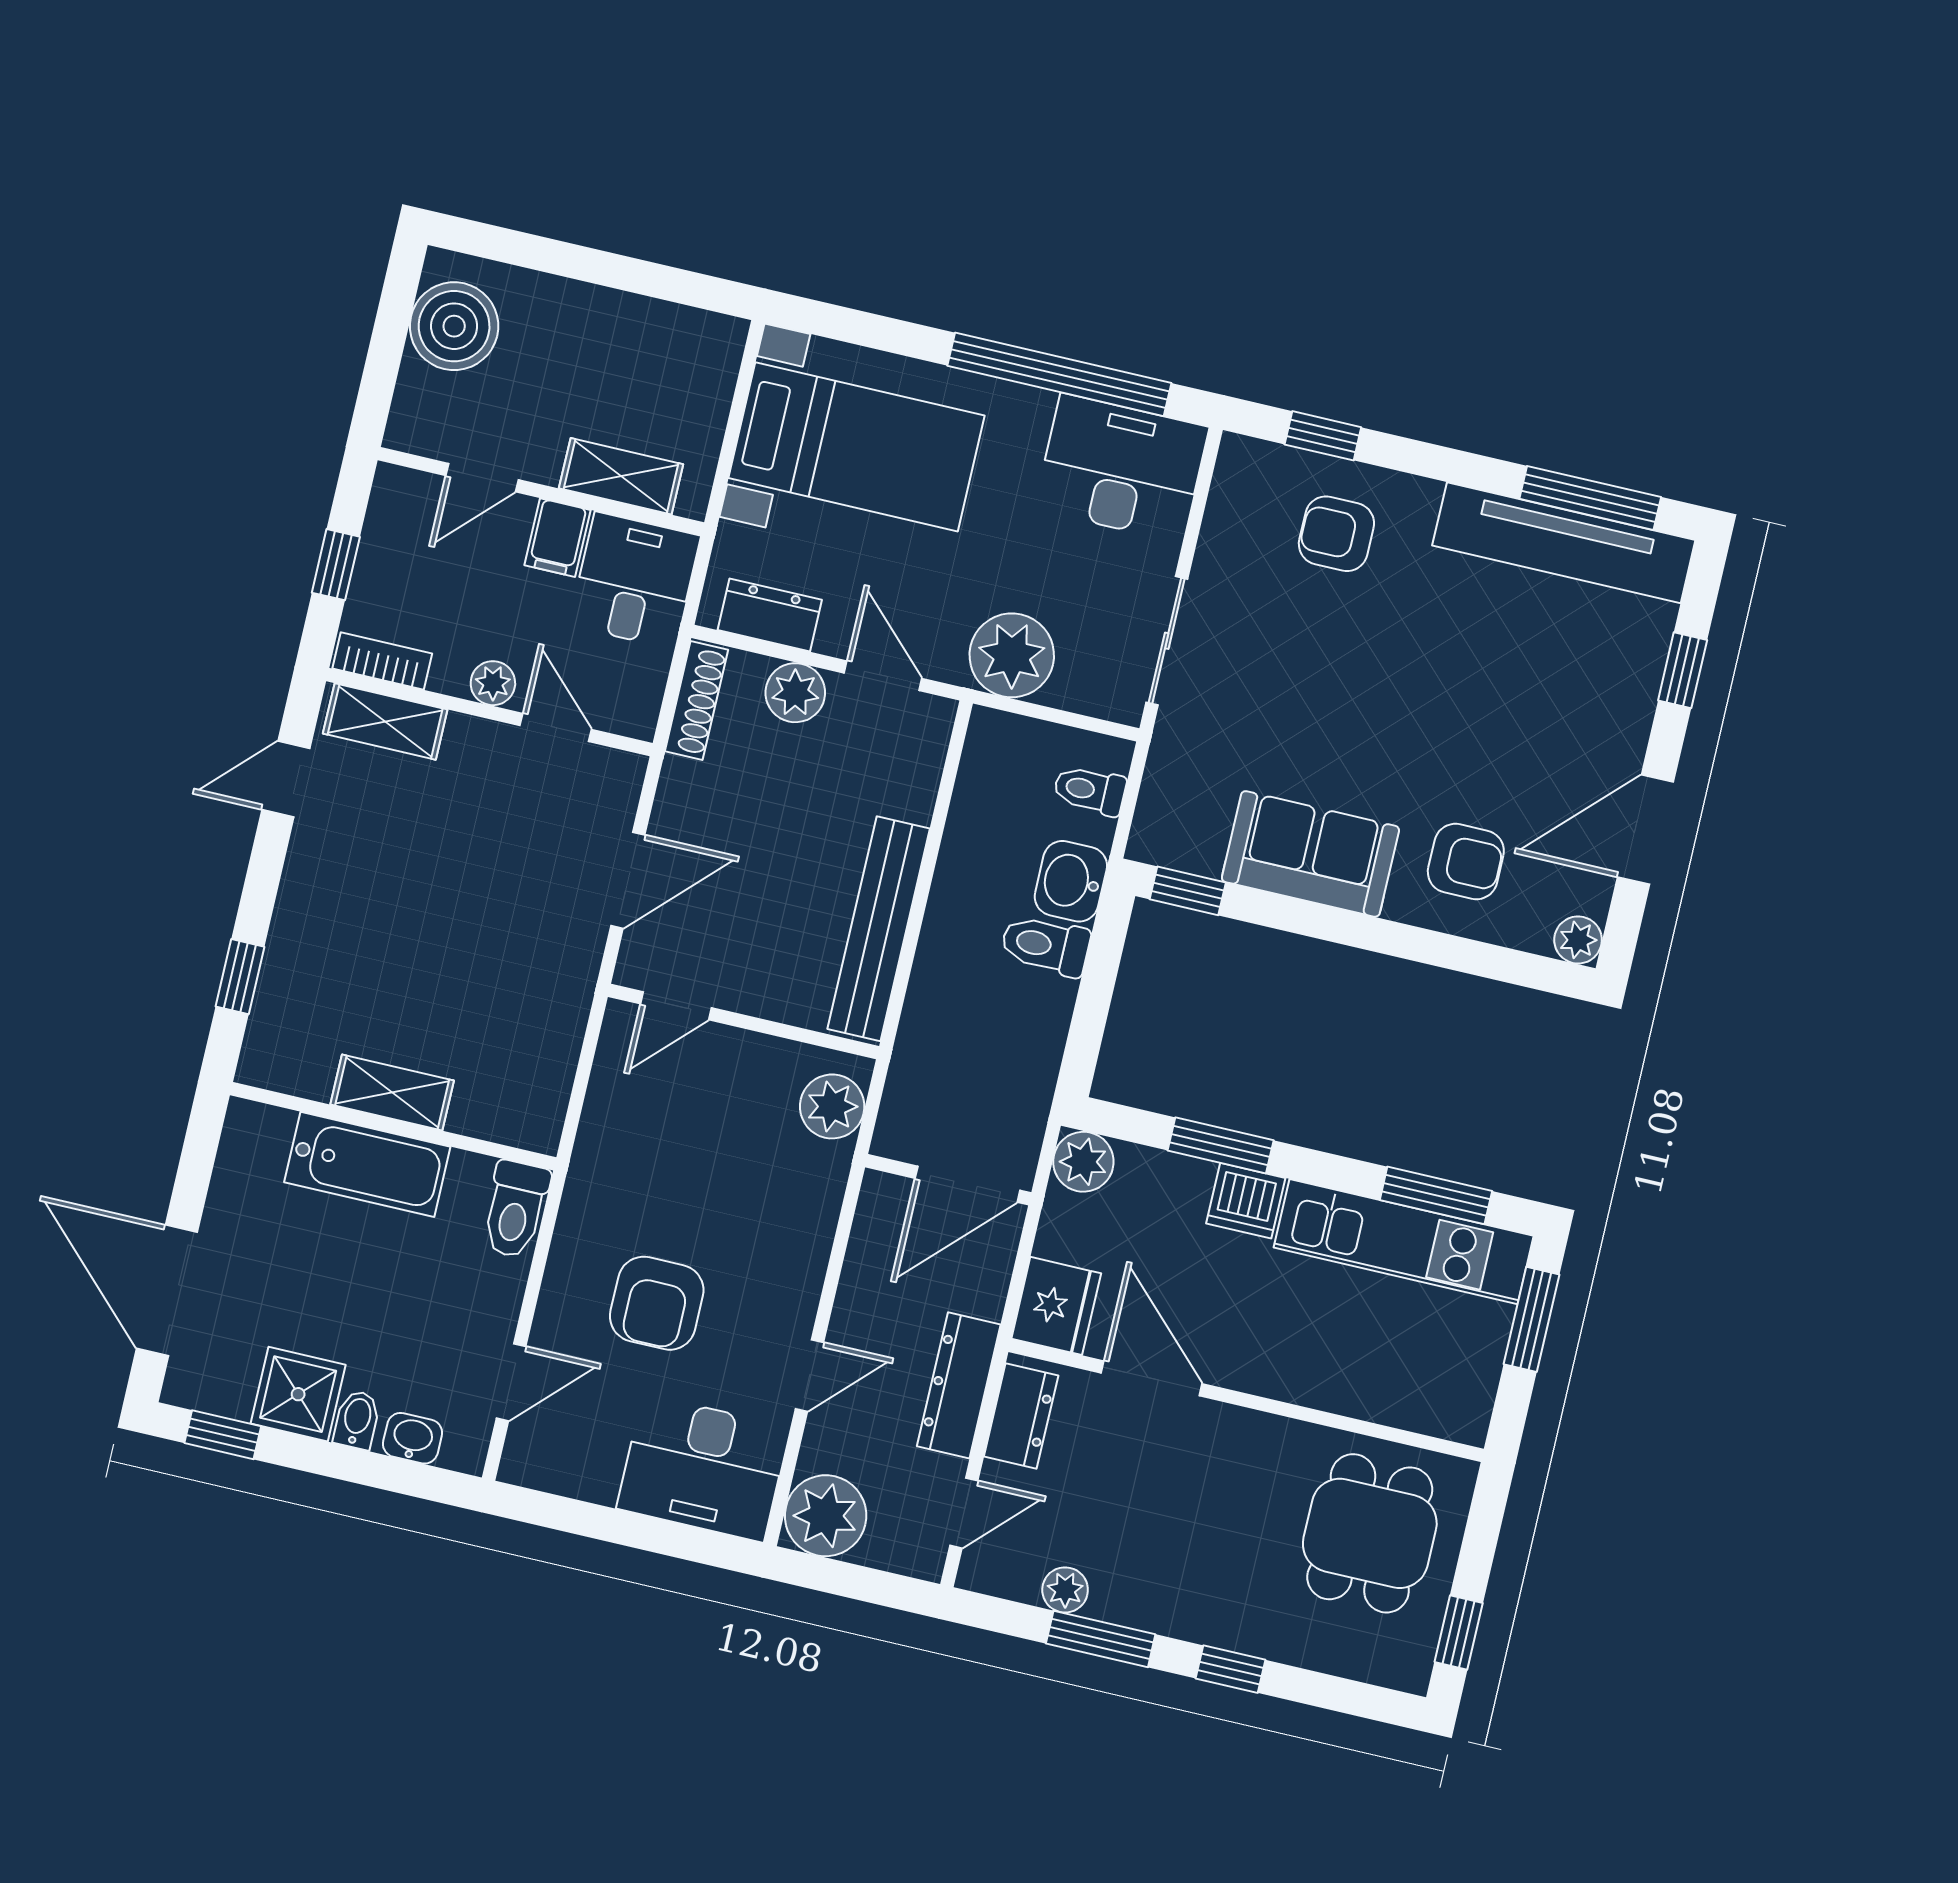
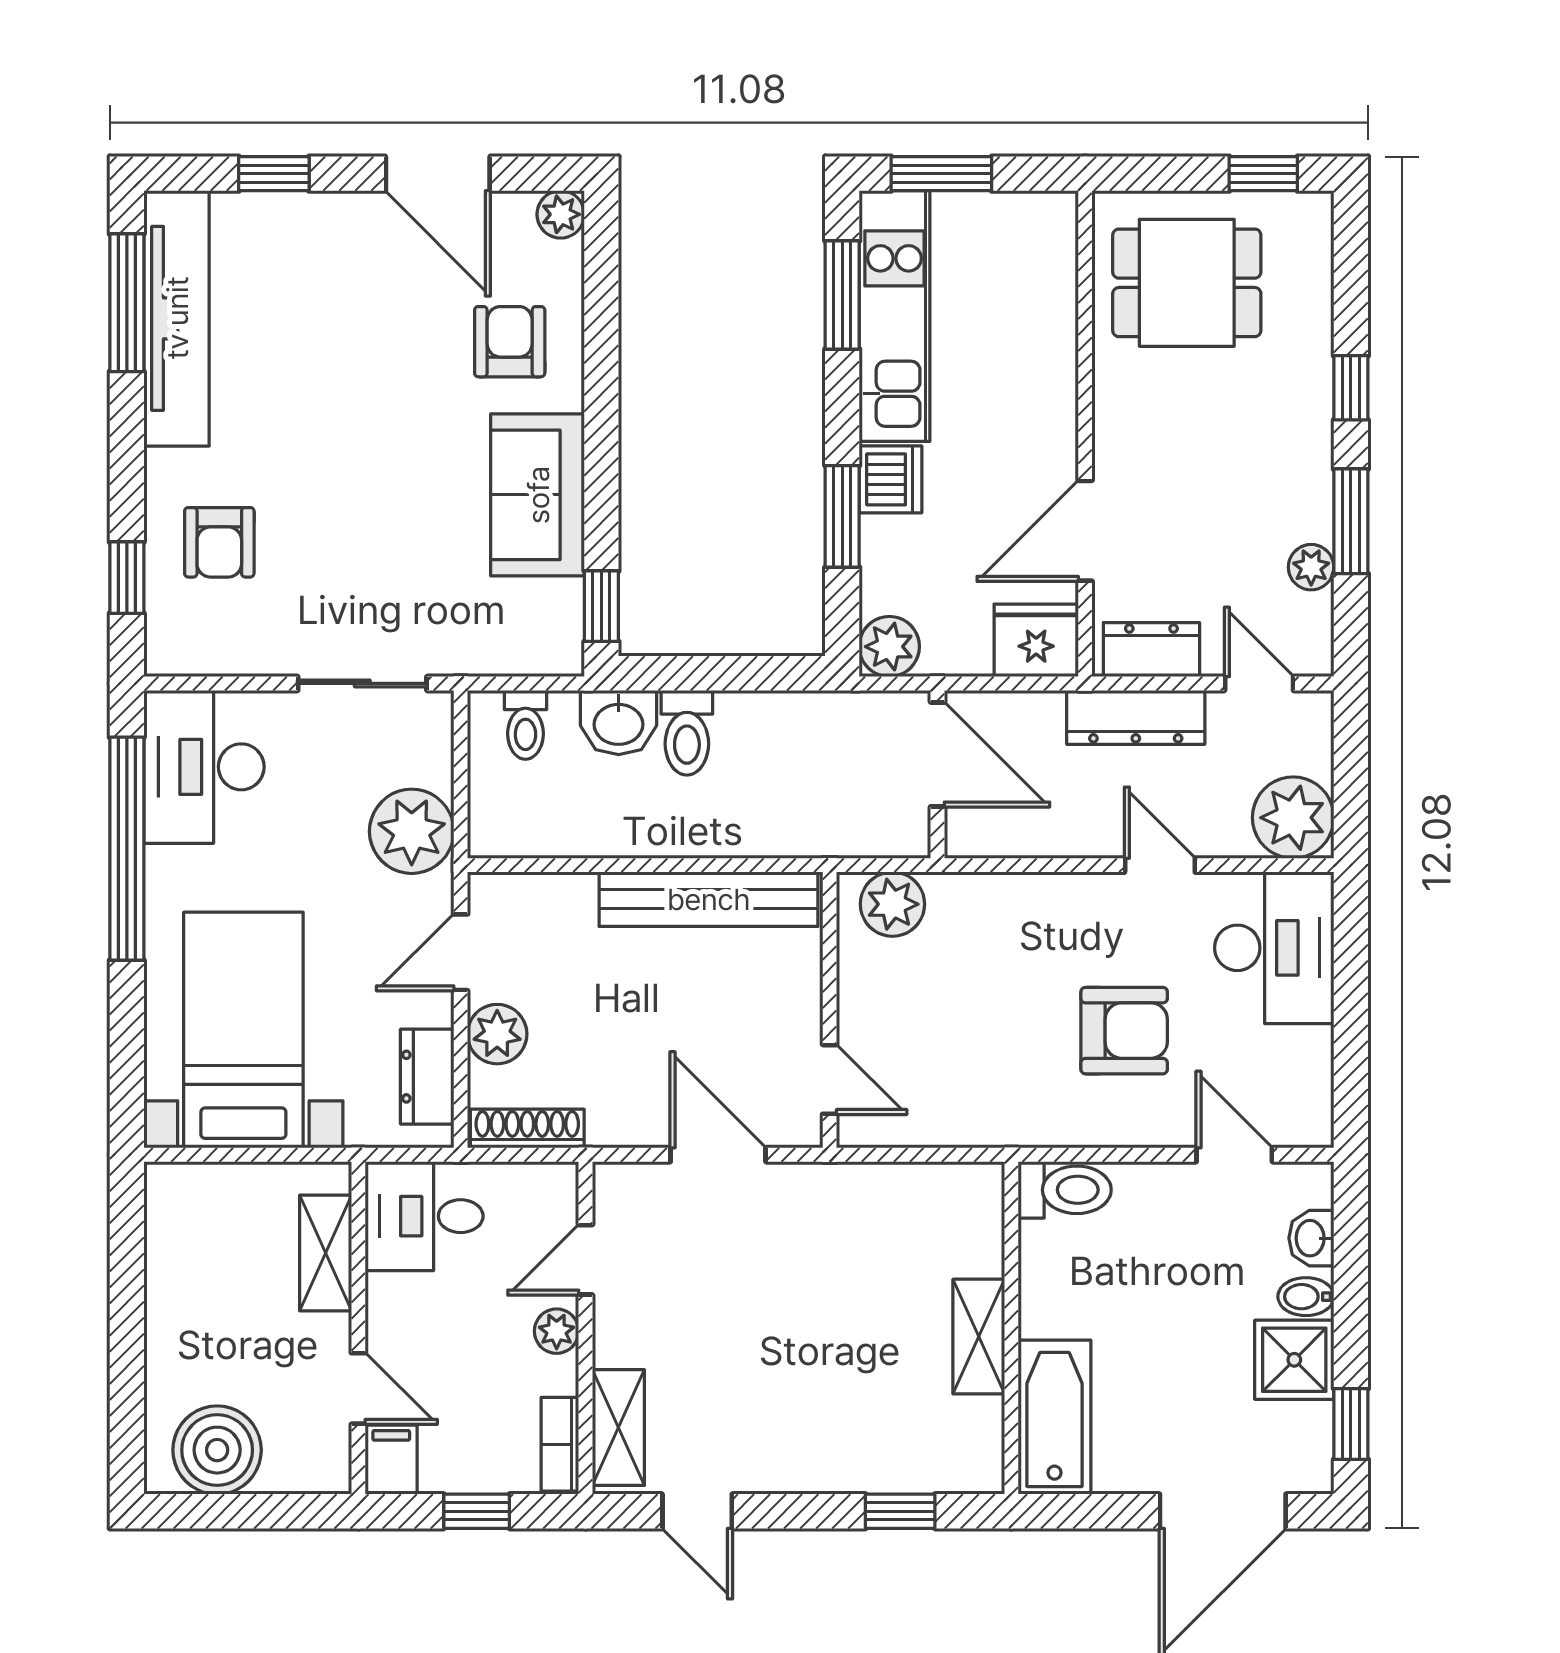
filing cabinet: (557, 538) -> (391, 1460), moved, turned -90
bathtub: (367, 1164) -> (1055, 1417), moved

